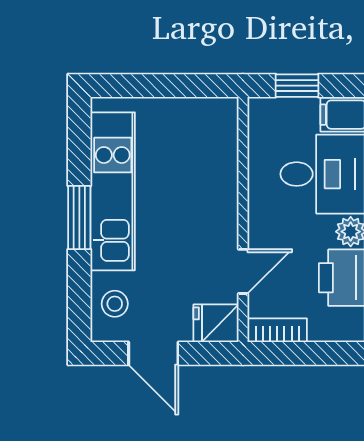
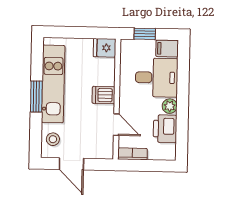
dishwasher: (216, 212) -> (104, 95), added
door: (243, 271) -> (116, 125), hinge flipped
fridge: (216, 323) -> (105, 48), moved

